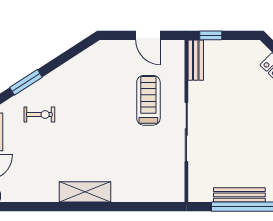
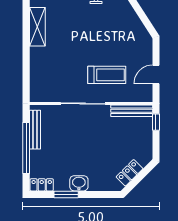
bench: (196, 60) -> (132, 111), width x1.36
bench: (239, 195) -> (35, 130), moved

